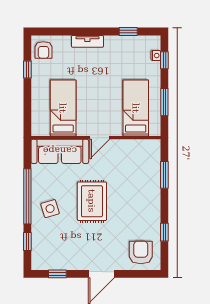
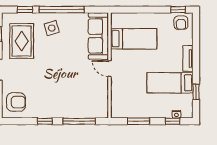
armchair: (43, 50) -> (181, 23), turned -93
window: (27, 69) -> (178, 10), moved
bed: (136, 108) -> (170, 83), moved, turned 180
window: (164, 175) -> (79, 121), width x1.44
rug: (92, 201) -> (22, 41), moved, turned 90
window: (164, 232) -> (45, 121), moved

